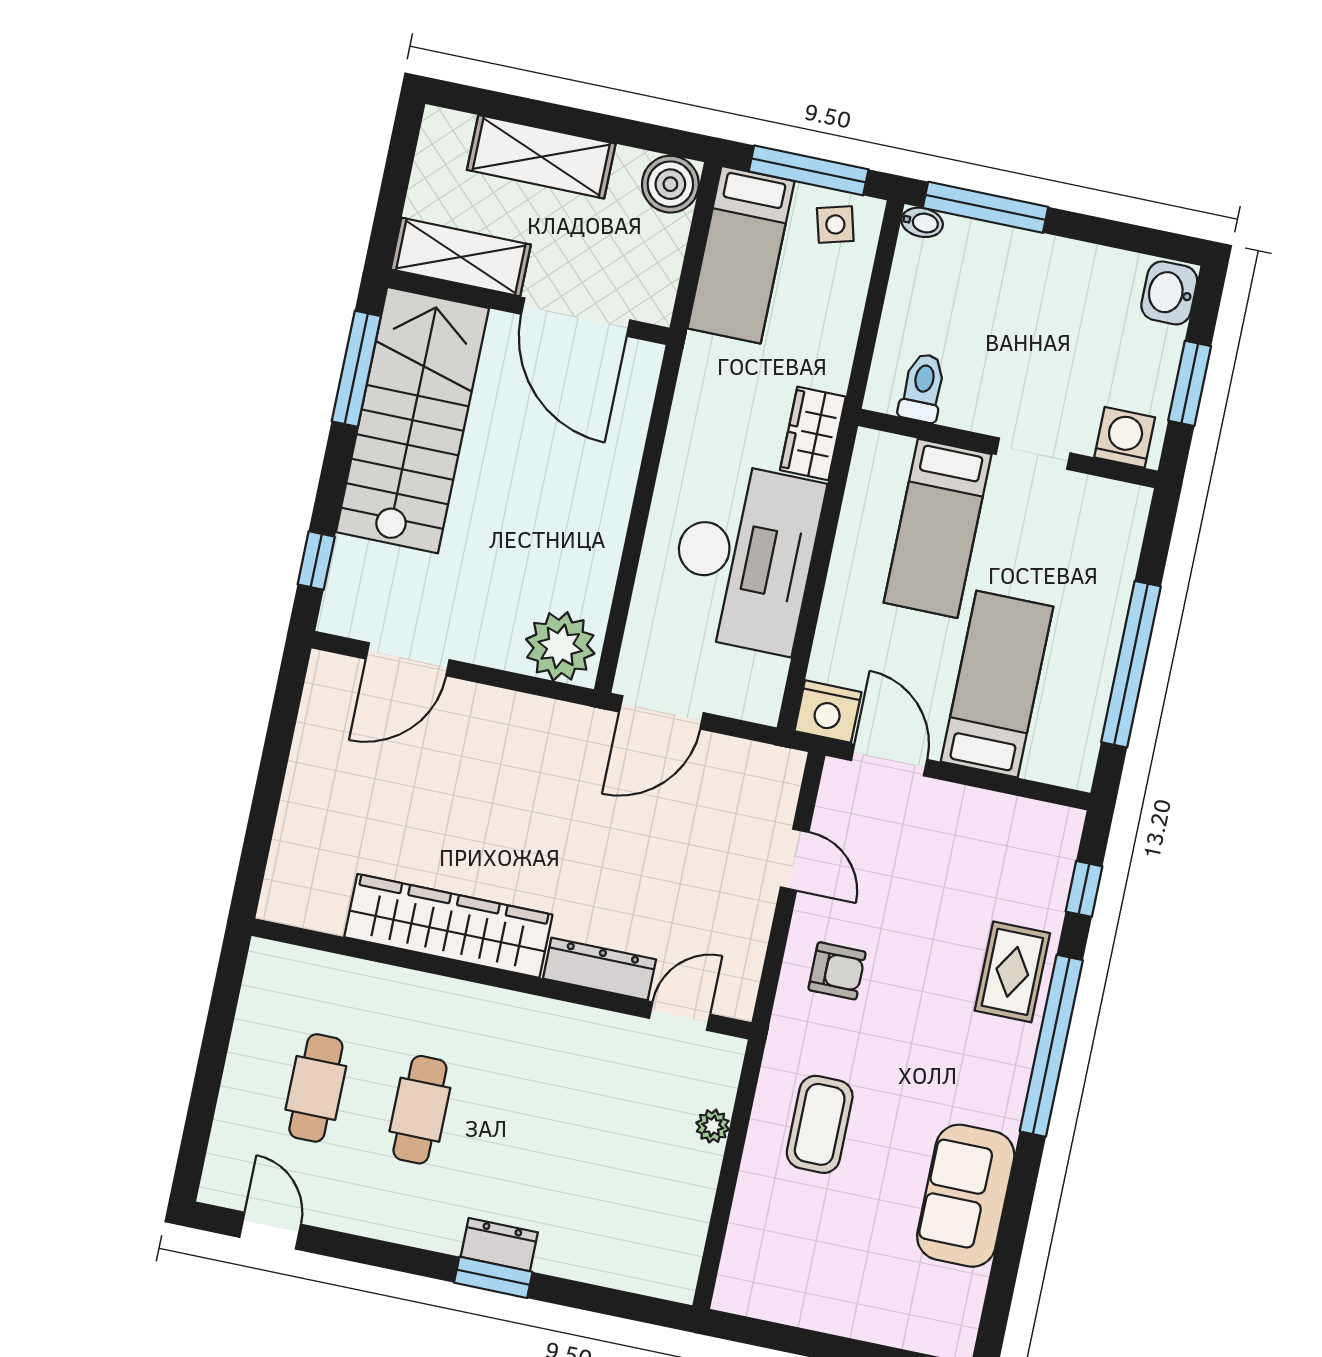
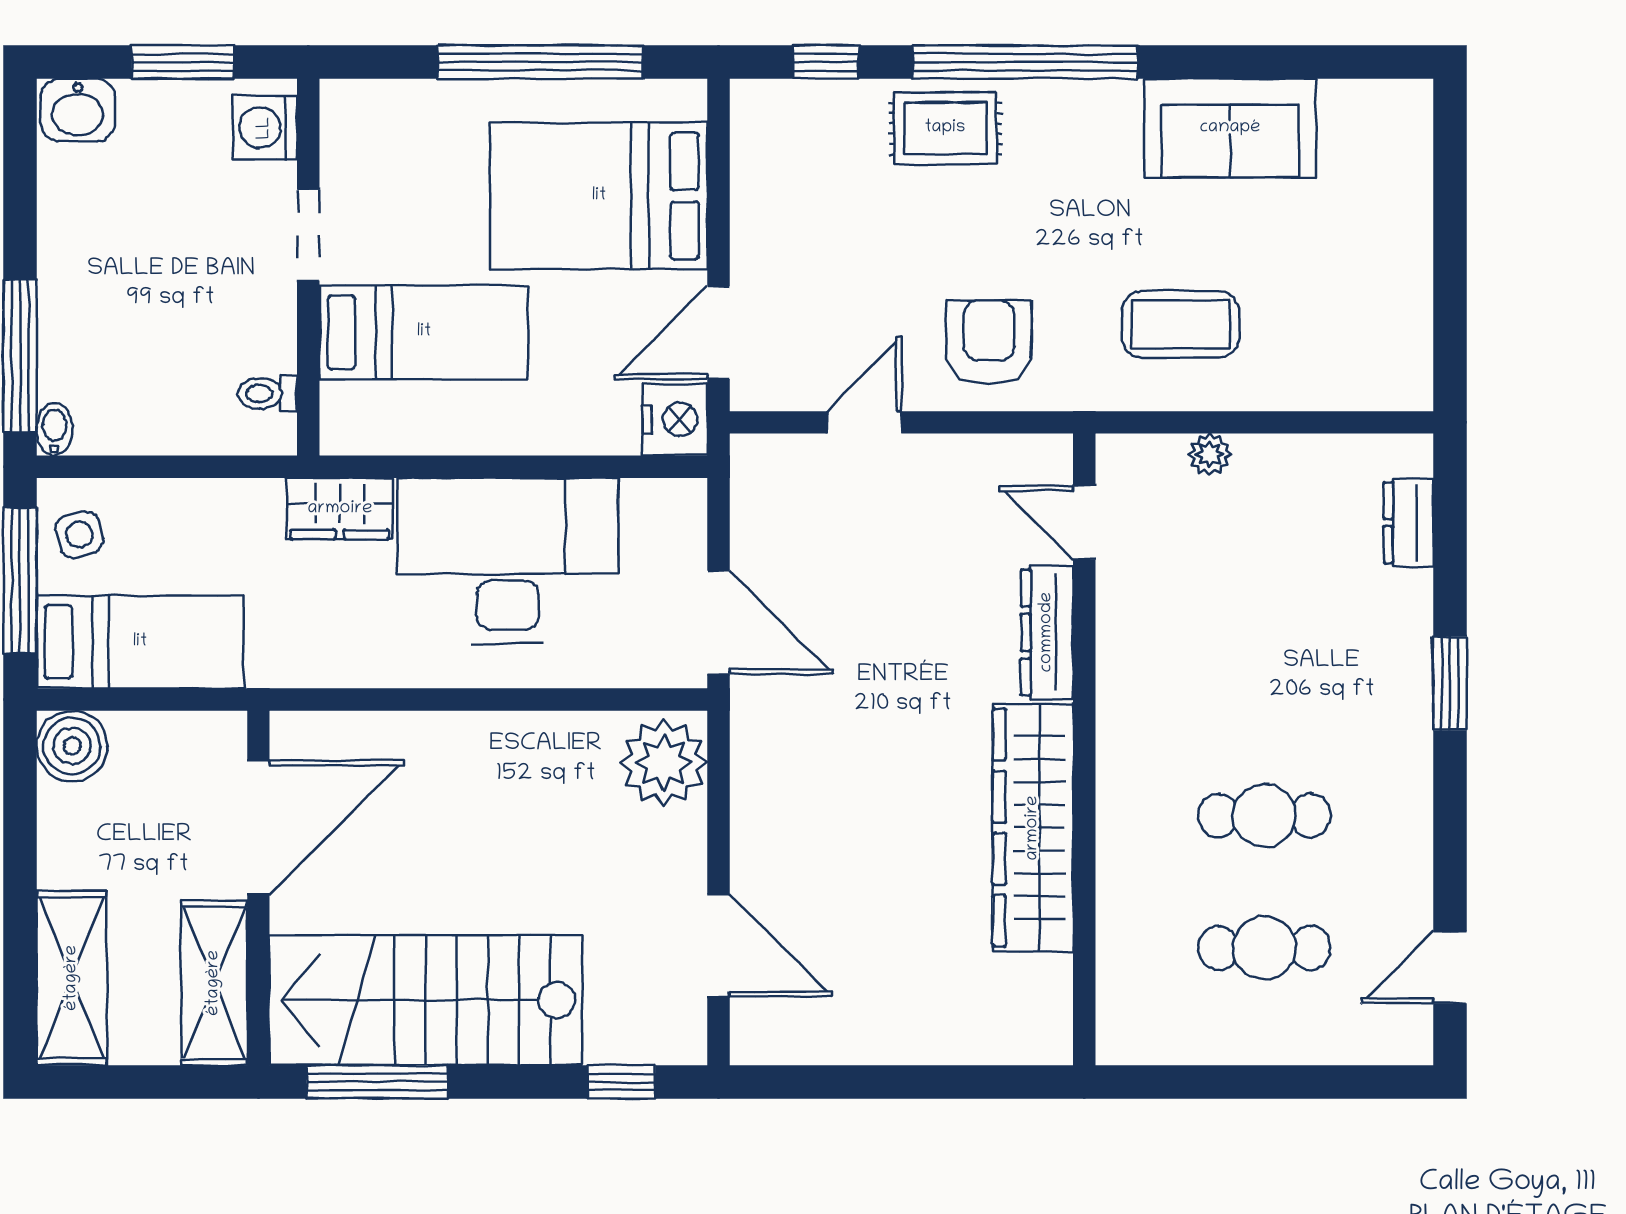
shelving: (541, 157) -> (72, 978), moved
toilet: (923, 388) -> (267, 393), width x0.73, depth x0.72
bed: (997, 684) -> (599, 196), width x1.50
armchair: (837, 971) -> (989, 342), width x1.38, depth x1.38
dresser: (499, 1245) -> (1409, 523), moved

